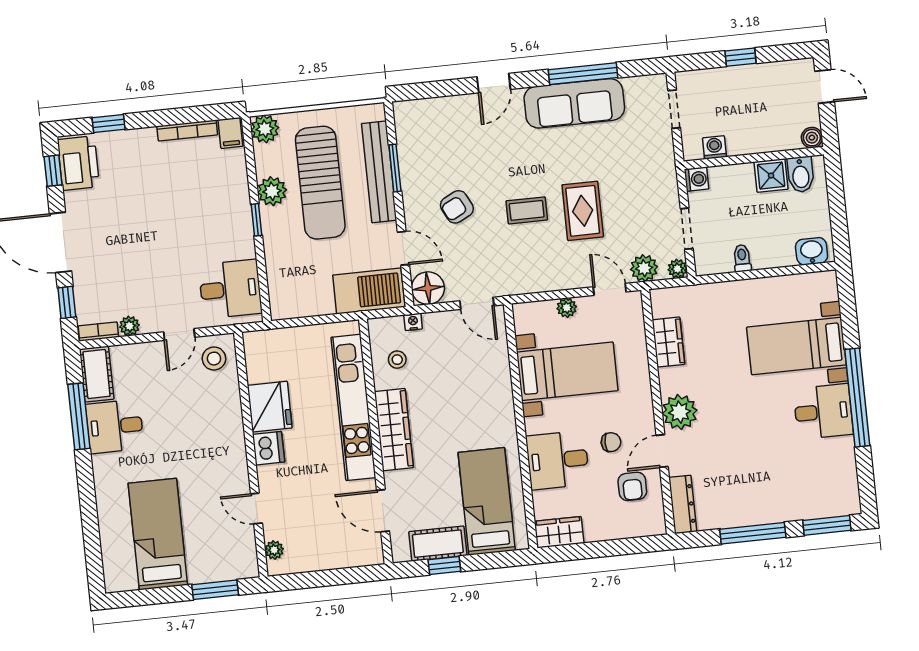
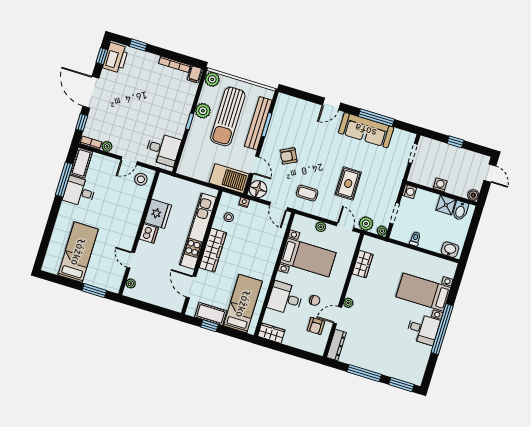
washing machine: (714, 147) -> (440, 185), moved
coffee table: (527, 210) -> (307, 193), moved
plant: (680, 412) -> (348, 303), width x0.53, depth x0.53

